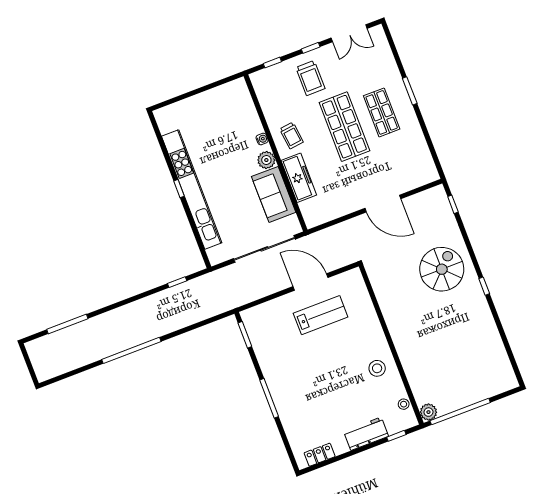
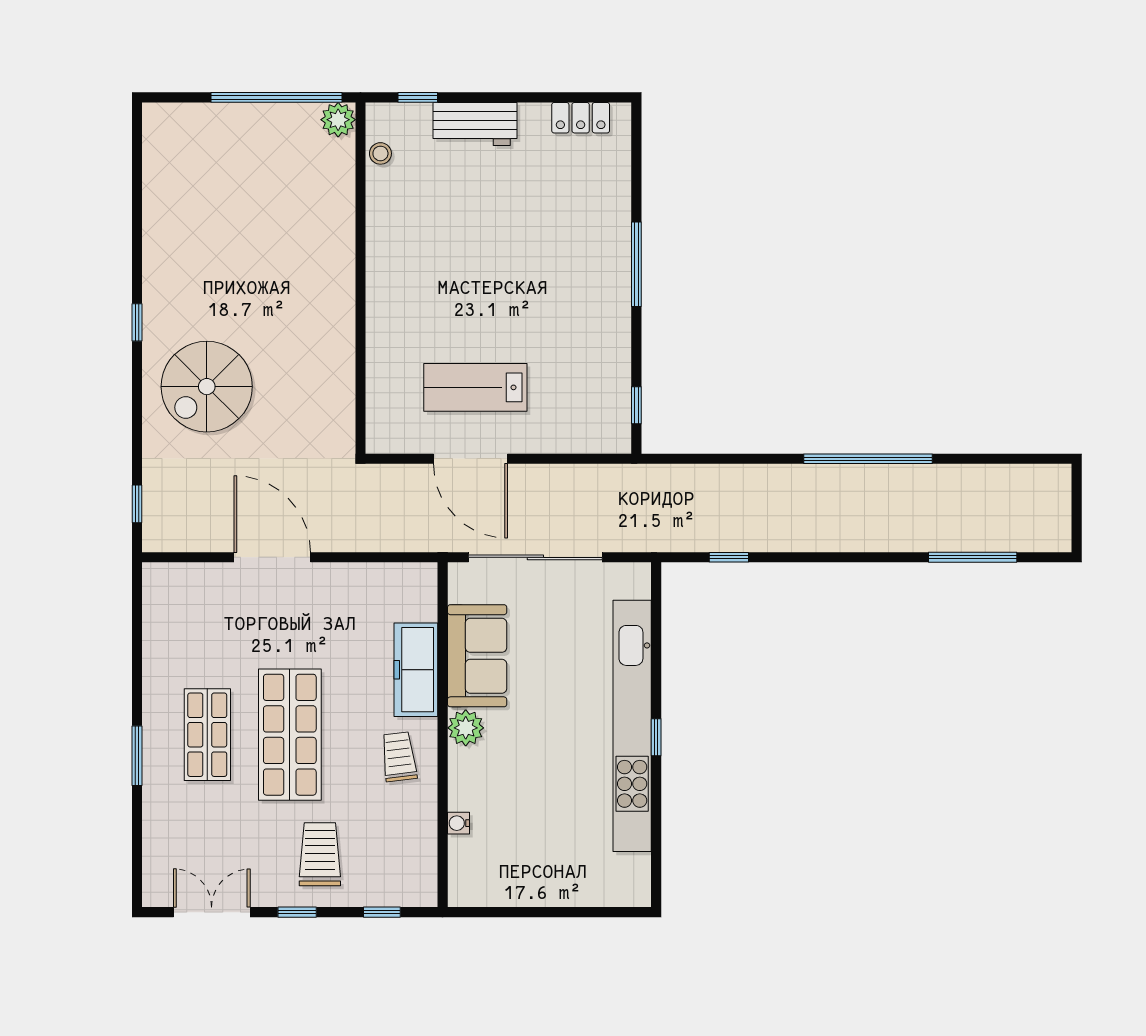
water cooler: (262, 139) -> (458, 823), moved
window: (245, 335) -> (636, 405), width x0.67
stool: (377, 368) -> (405, 243), removed

